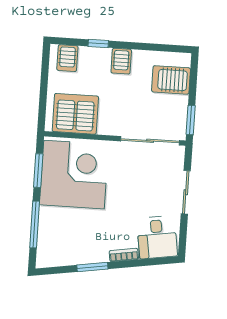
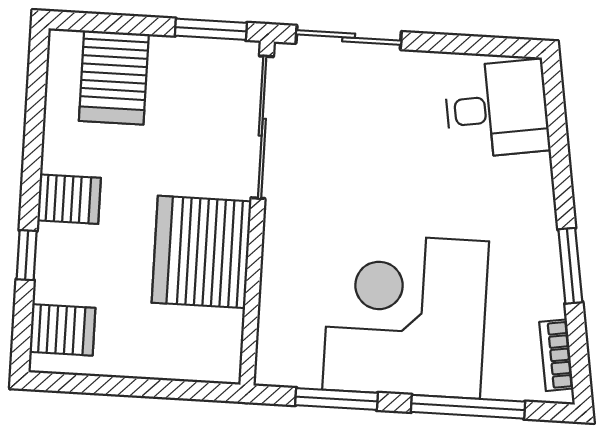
server rack: (75, 114) -> (201, 252), moved
corner desk: (74, 175) -> (406, 315), moved
sliding door: (186, 192) -> (349, 37), moved
bookcase: (124, 255) -> (556, 355), moved

